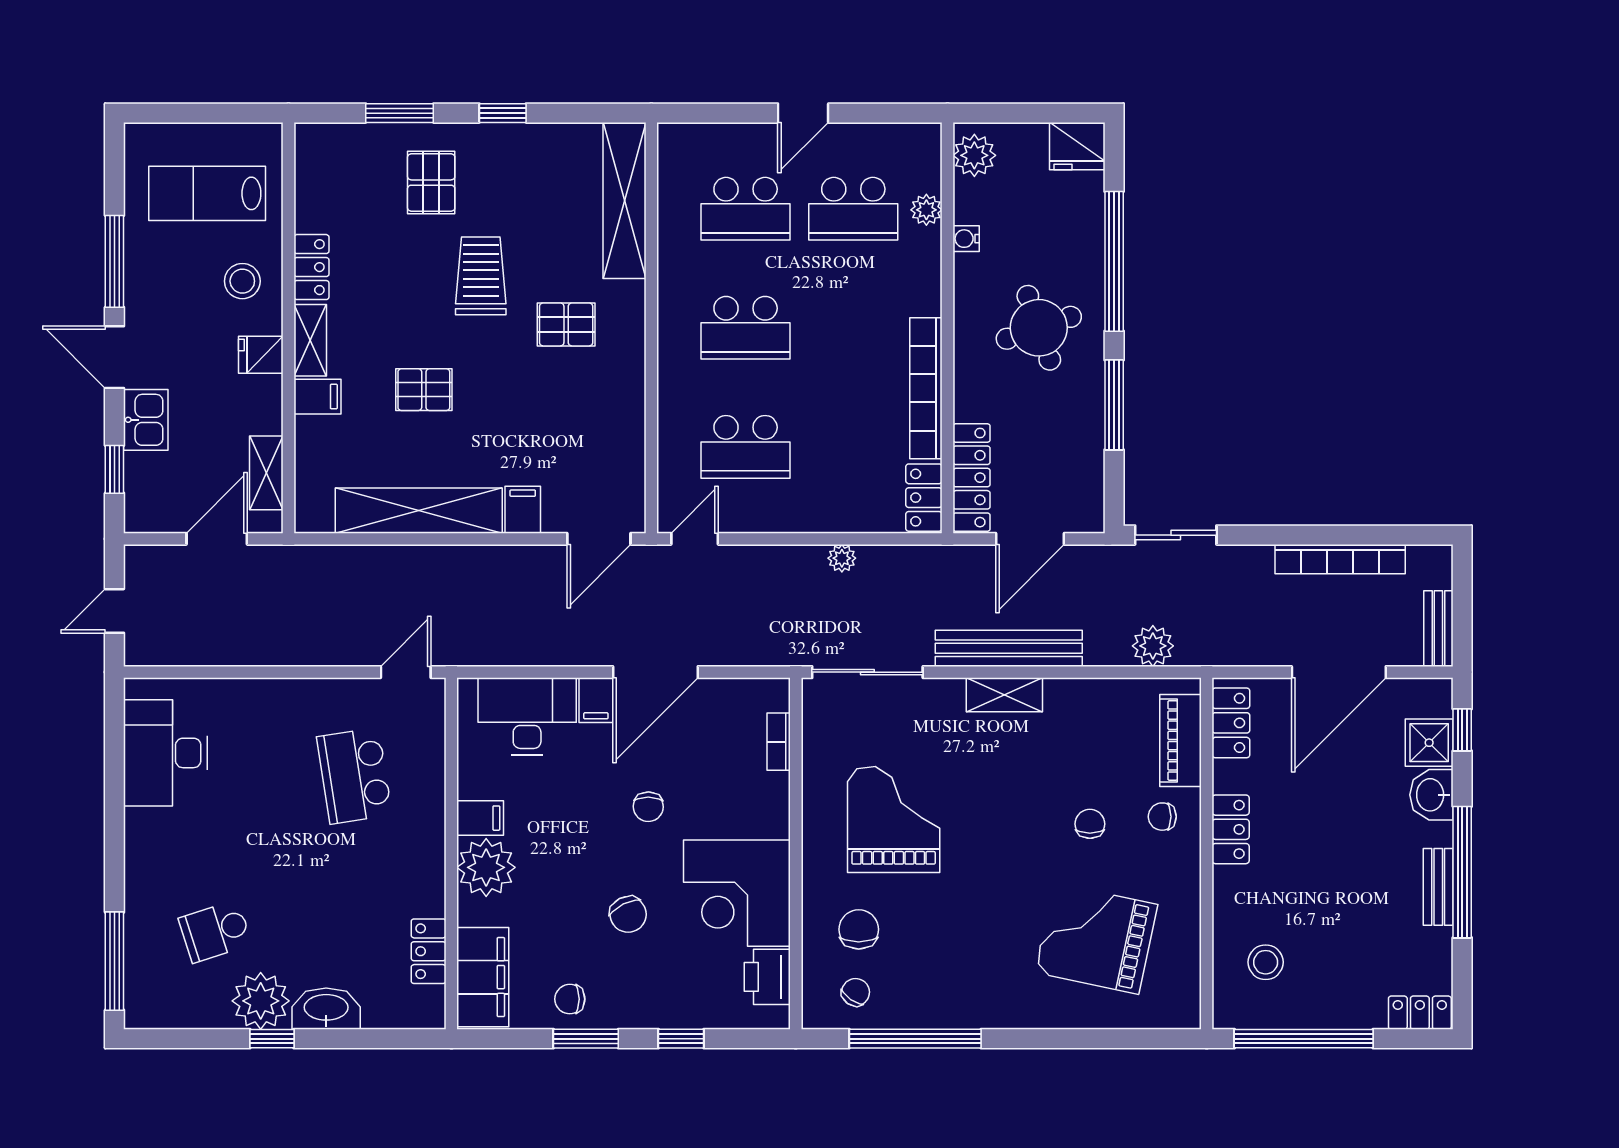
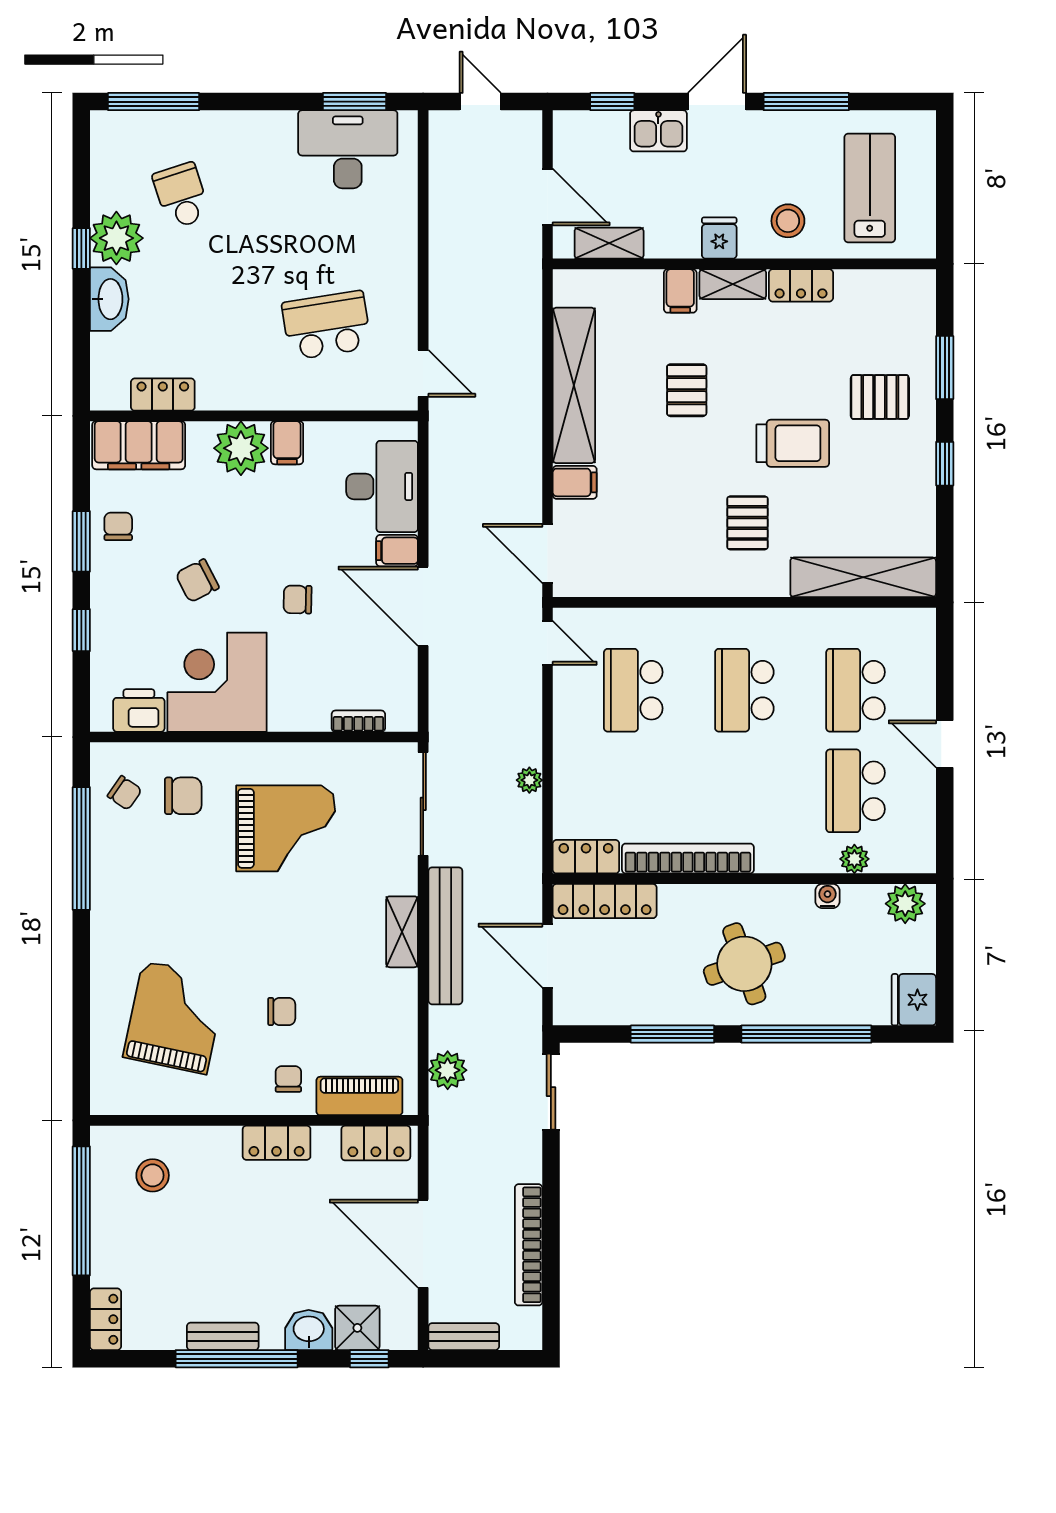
window: (114, 746) -> (354, 102), added

